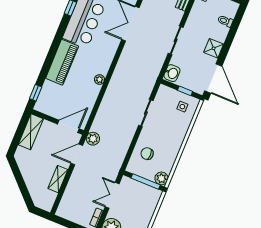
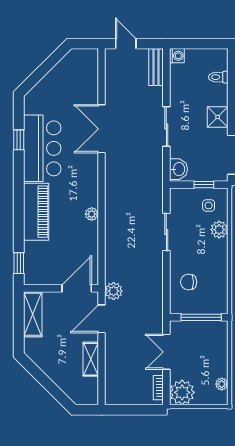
plant: (161, 178) -> (219, 230), moved

